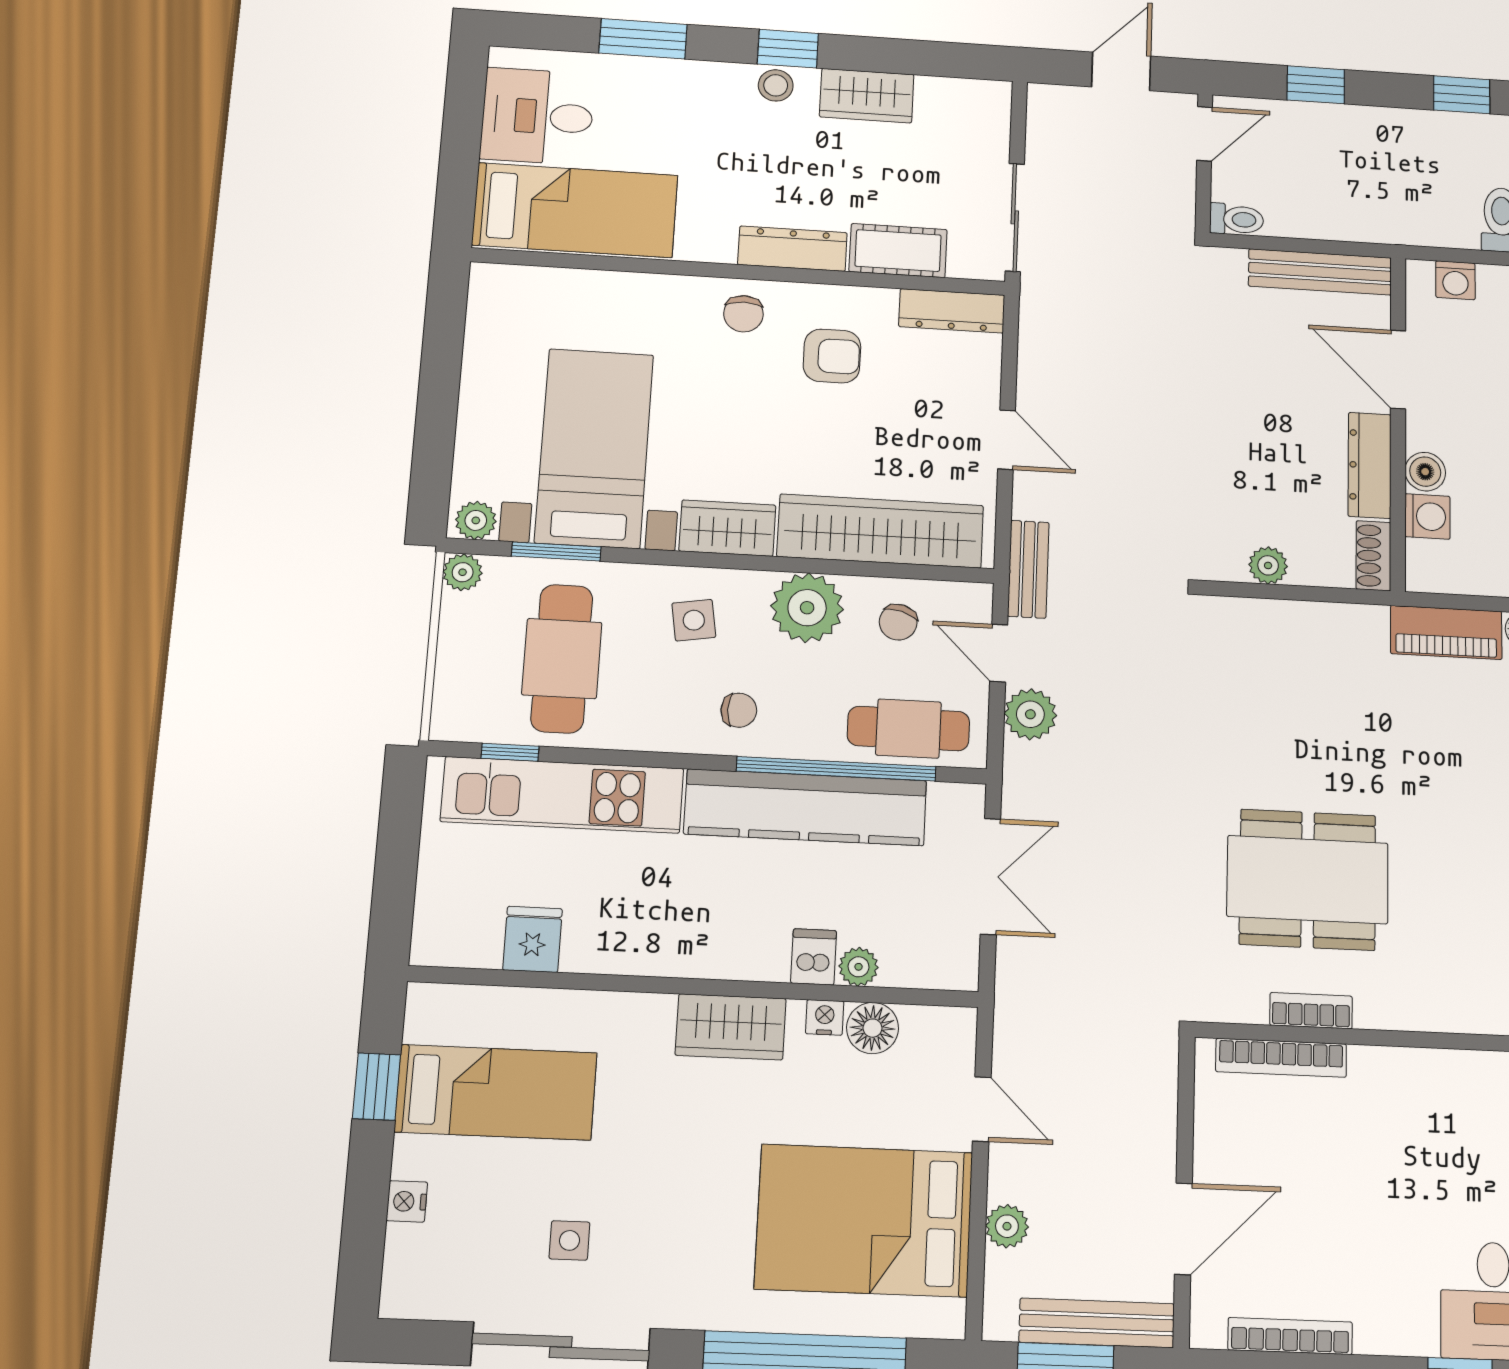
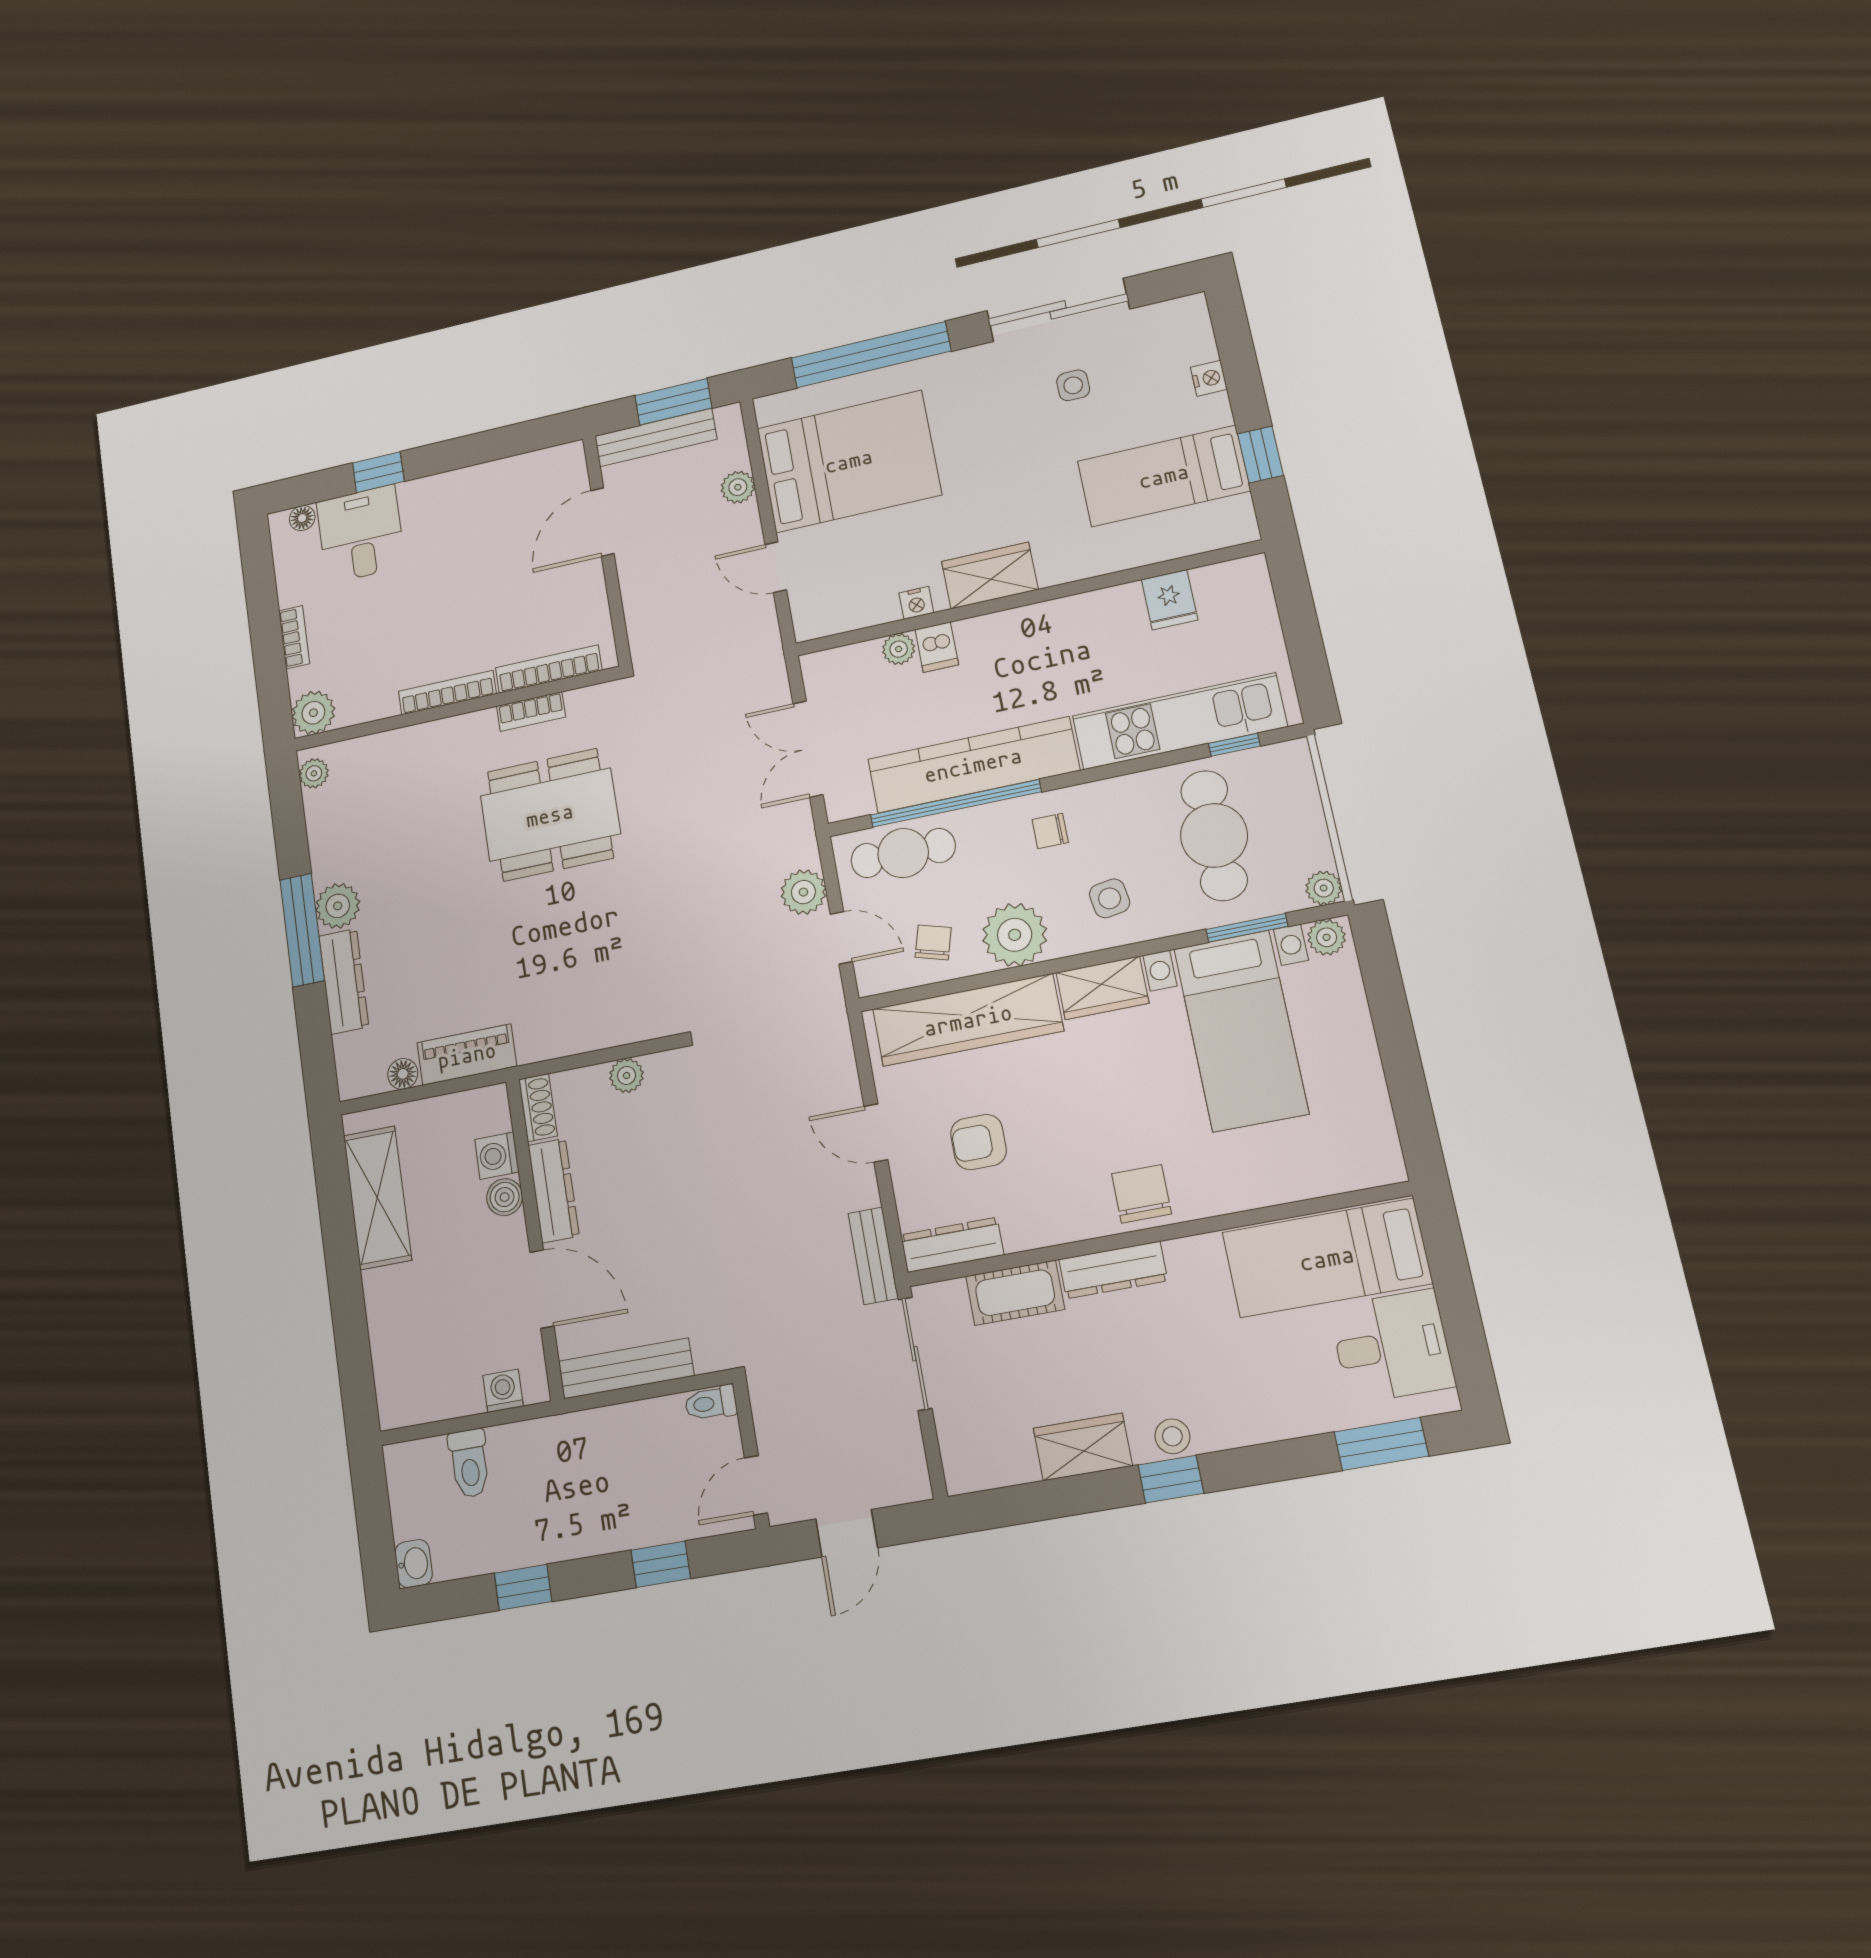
window: (643, 39) -> (1381, 1444), moved
chair: (743, 314) -> (1141, 1194), width x1.37, depth x1.37
armchair: (832, 356) -> (978, 1142), moved
bench: (1028, 569) -> (873, 1256), moved
floor lamp: (873, 1028) -> (876, 605), removed
bookcase: (1290, 1336) -> (447, 693), moved, turned 180

